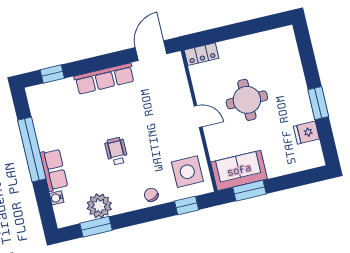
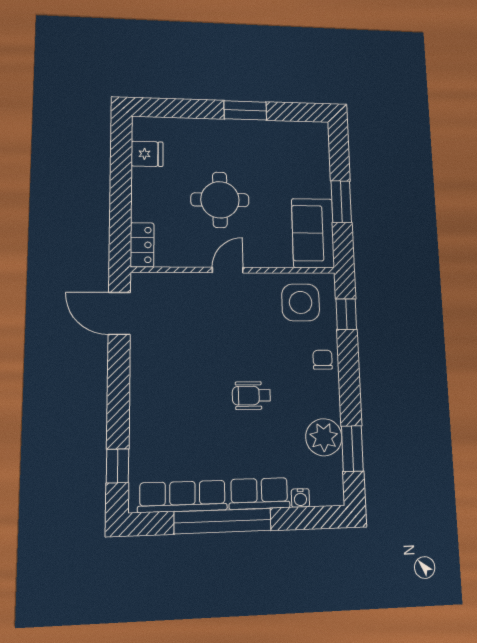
row of seats: (104, 79) -> (182, 496), moved, turned -90
fridge: (306, 133) -> (147, 154), moved, turned -90
window: (250, 191) -> (341, 202), moved
chair: (151, 195) -> (323, 360), turned 113

